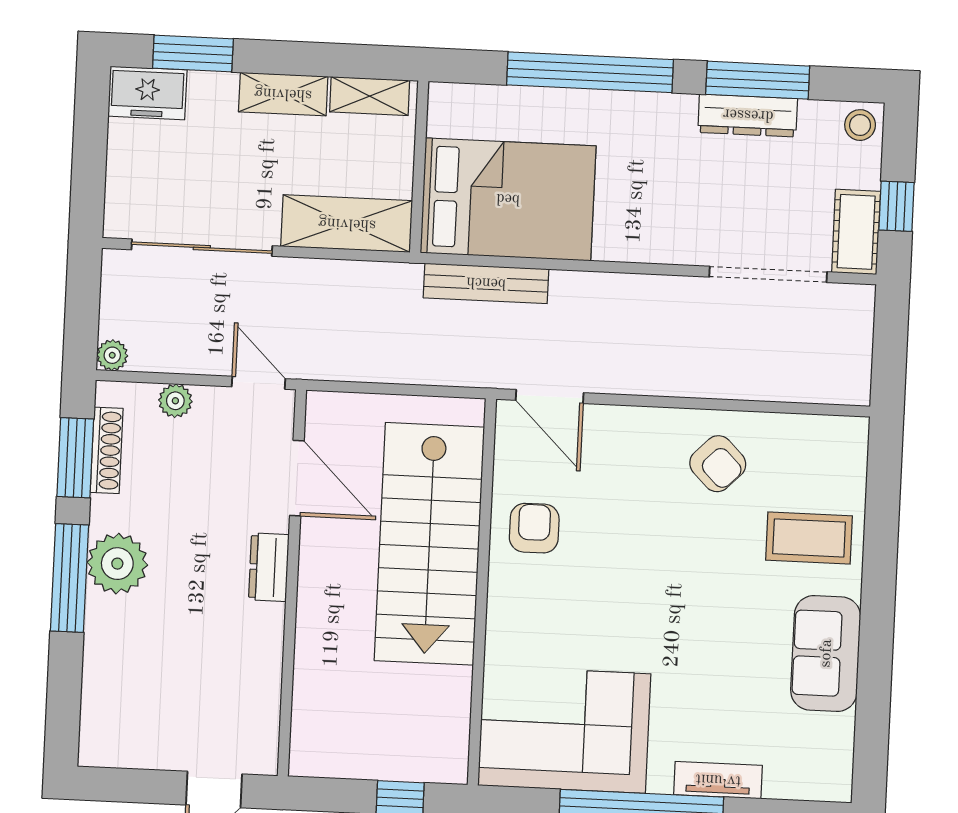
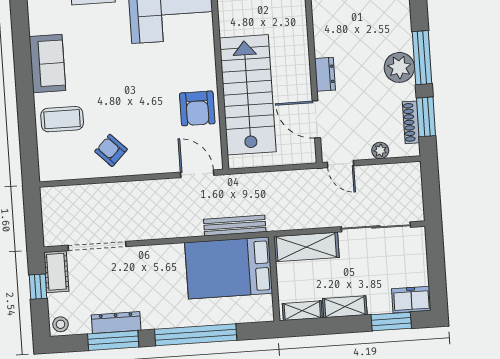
plant: (112, 355) -> (414, 169), removed
armchair: (534, 528) -> (197, 108), width x1.38, depth x1.38

